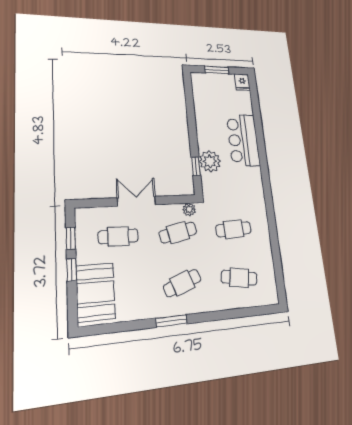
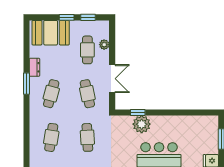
double door: (137, 201) -> (112, 79), moved
plant: (189, 209) -> (104, 45), moved
cafe table: (182, 283) -> (51, 94), turned 36
dresser: (147, 311) -> (34, 67), added

